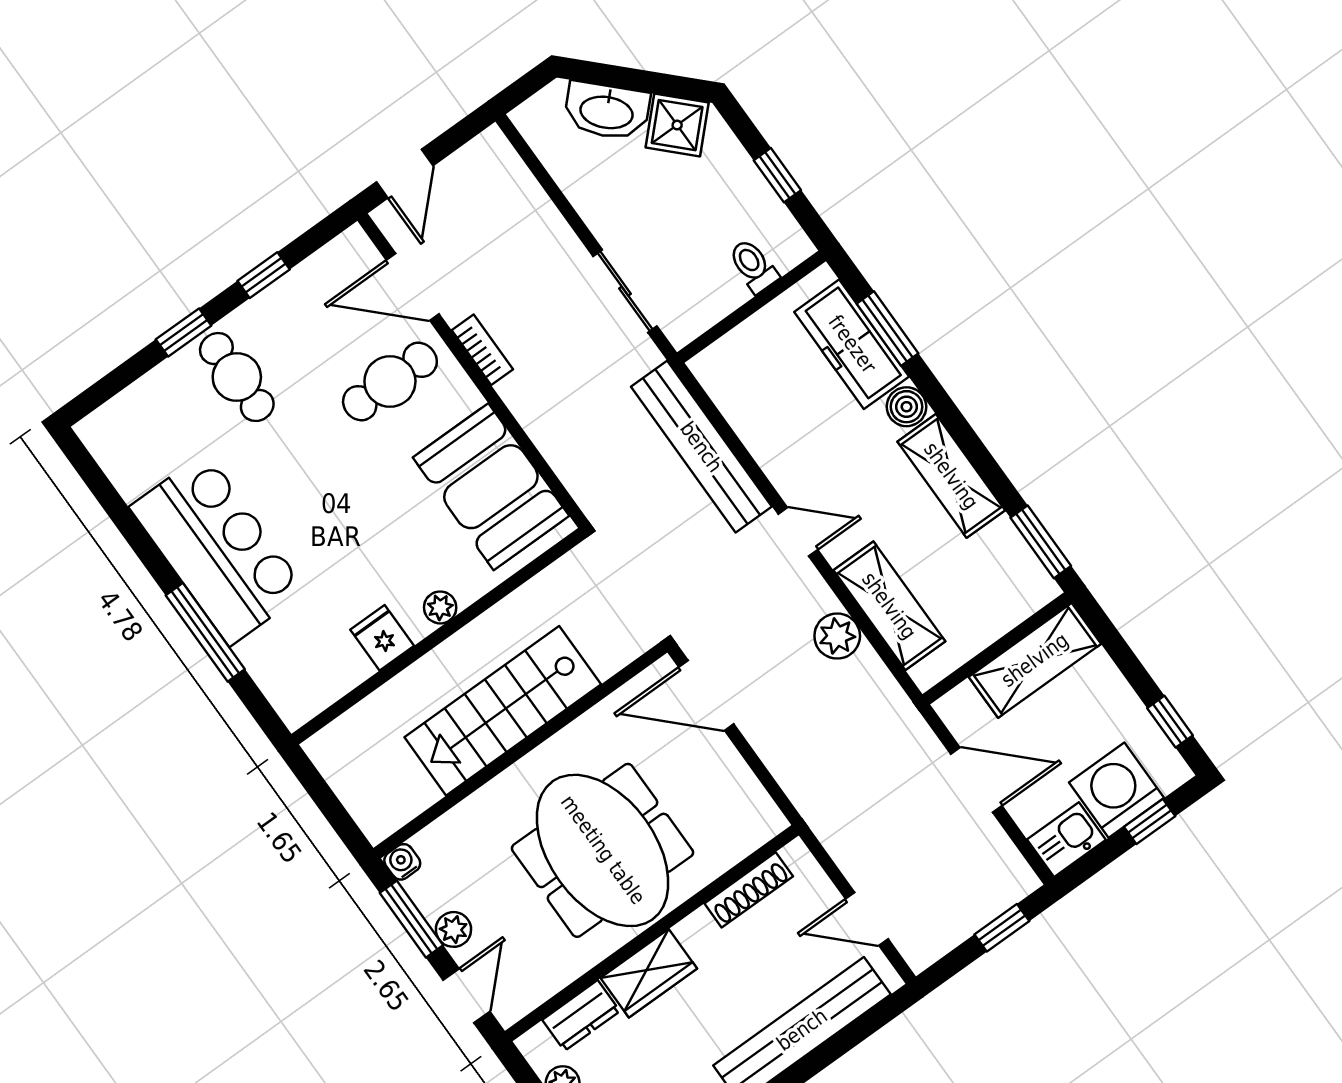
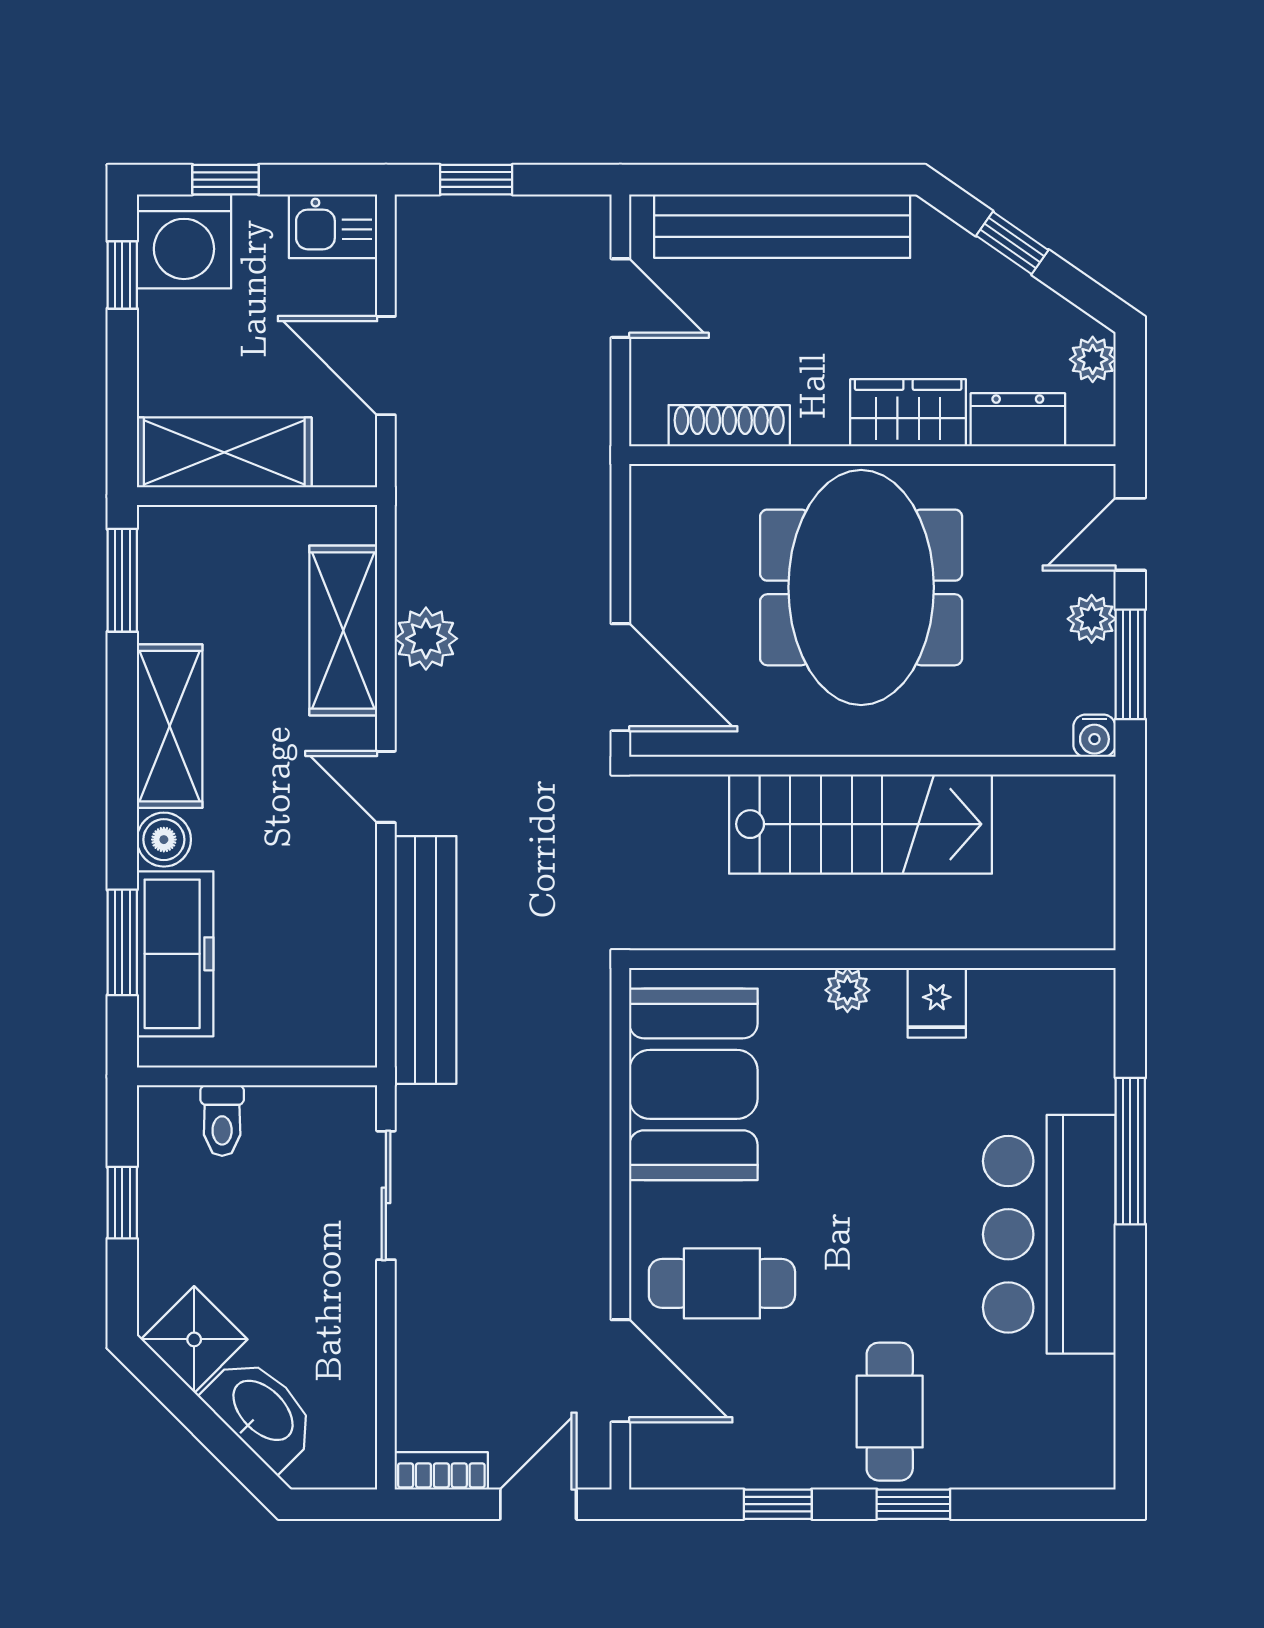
bookcase: (482, 350) -> (441, 1471), moved, turned 90
washing machine: (1117, 790) -> (184, 241), moved

